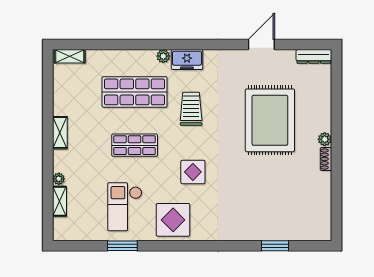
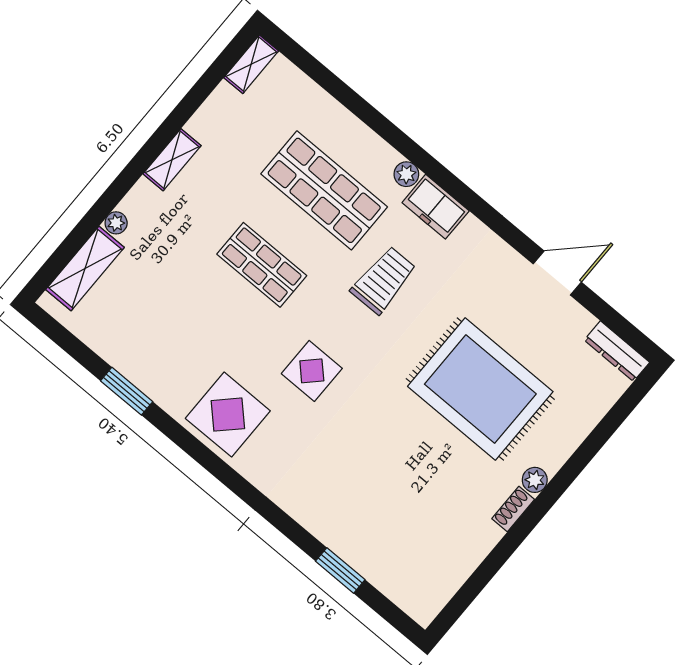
shelving: (70, 56) -> (251, 64), moved, turned 90
rug: (270, 120) -> (480, 389), turned 90
shelving: (59, 201) -> (85, 268), width x1.50, depth x1.33
checkout: (125, 207) -> (176, 339), removed

